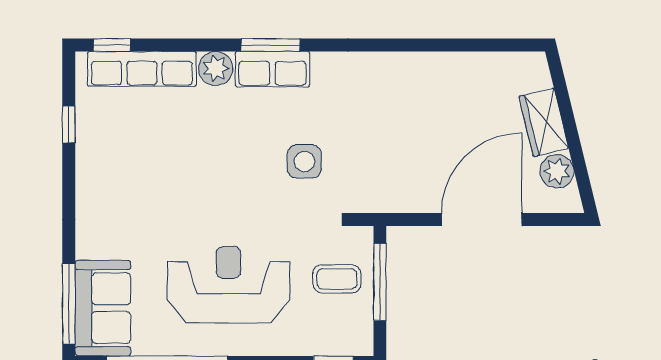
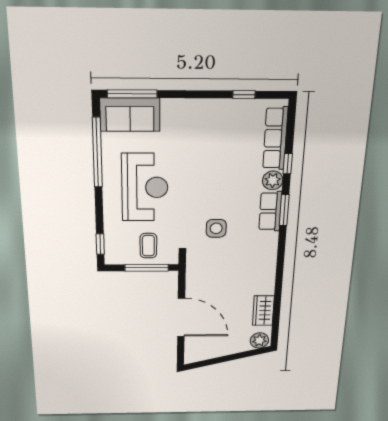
window: (112, 45) -> (288, 164), moved
wardrobe: (544, 122) -> (263, 311), moved, turned -76
plant: (557, 171) -> (259, 340), moved

